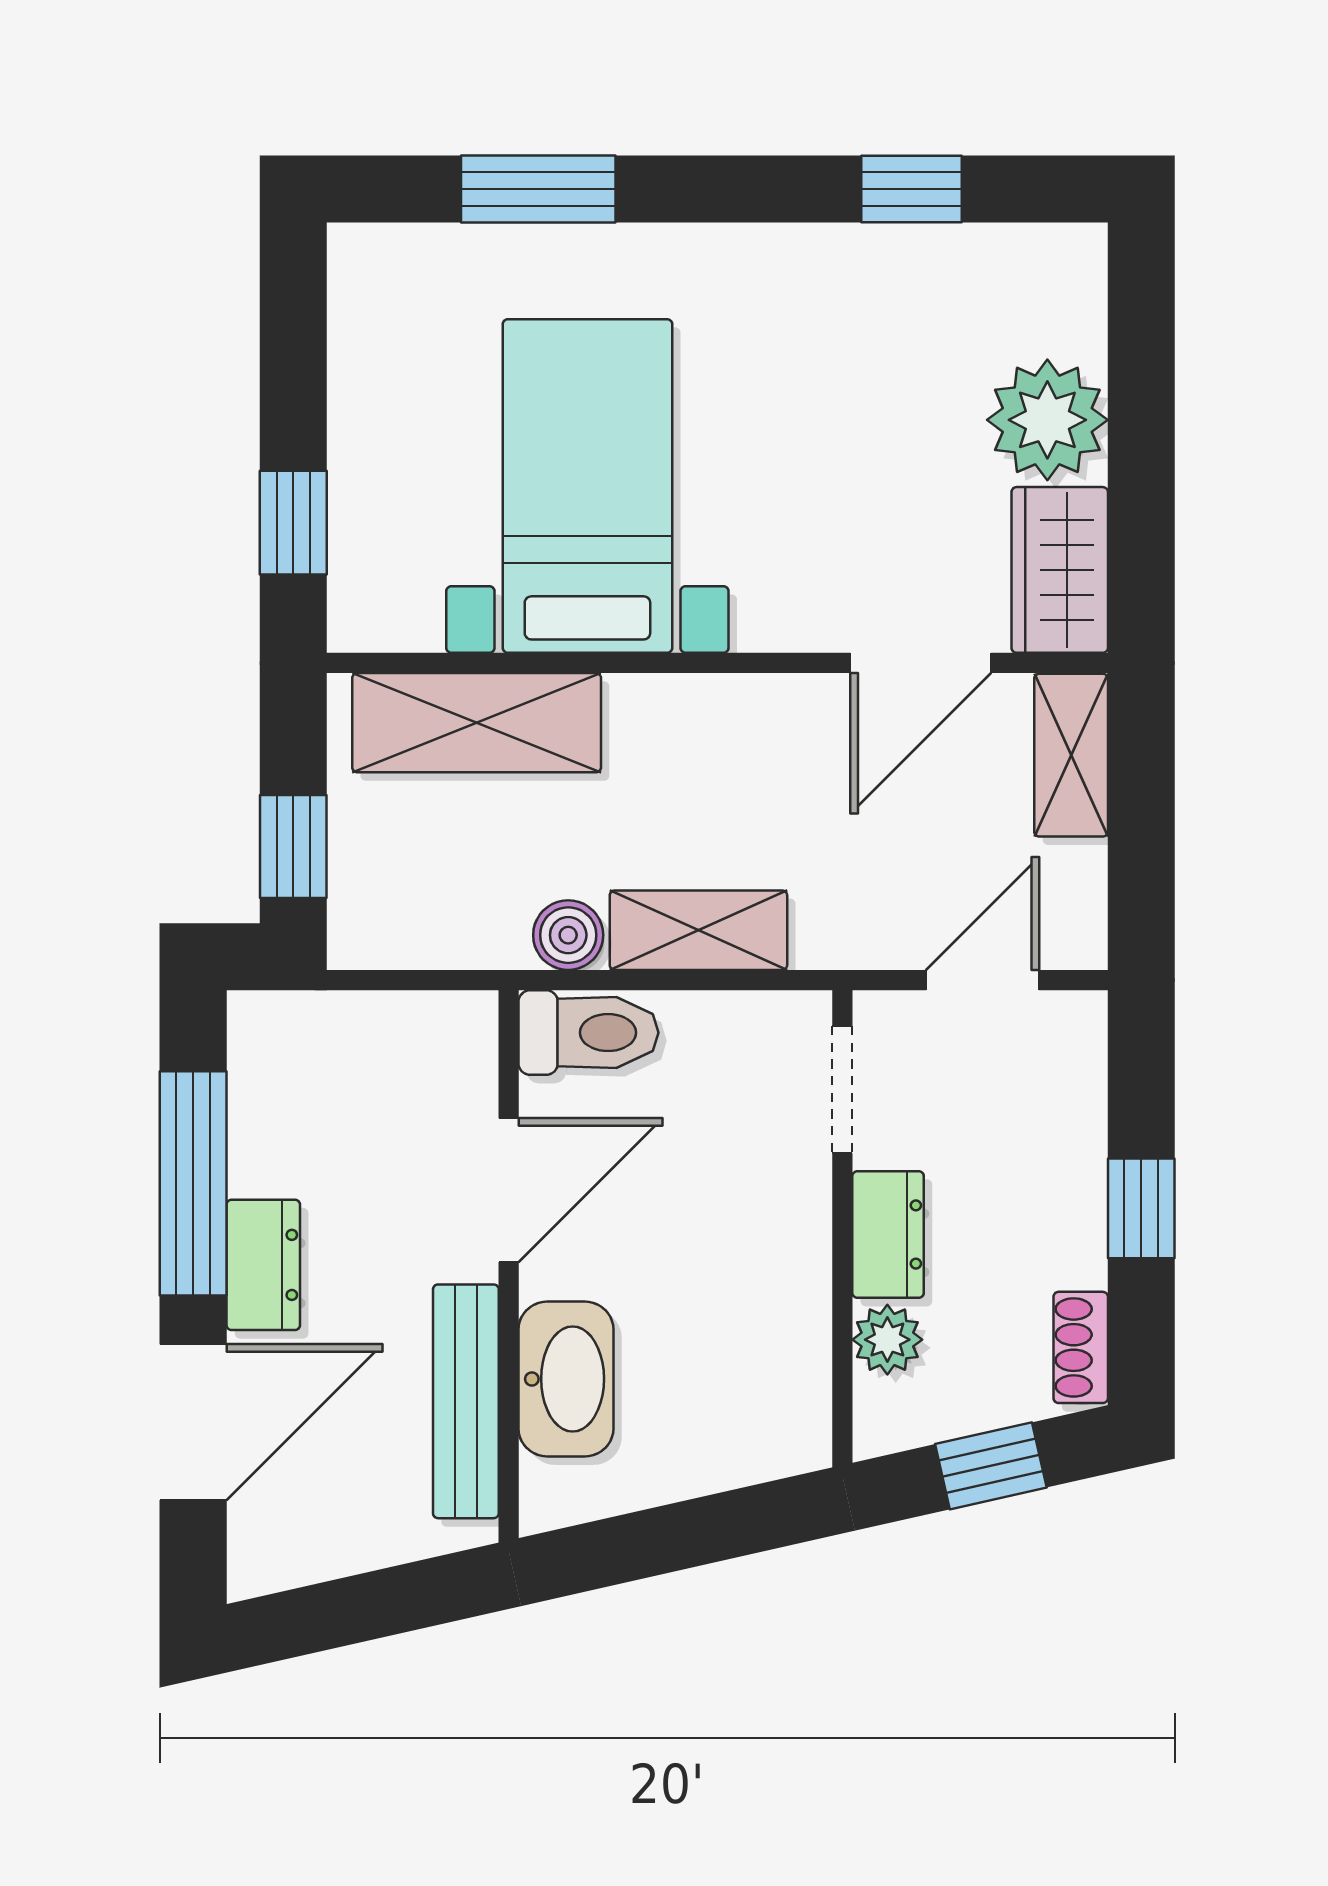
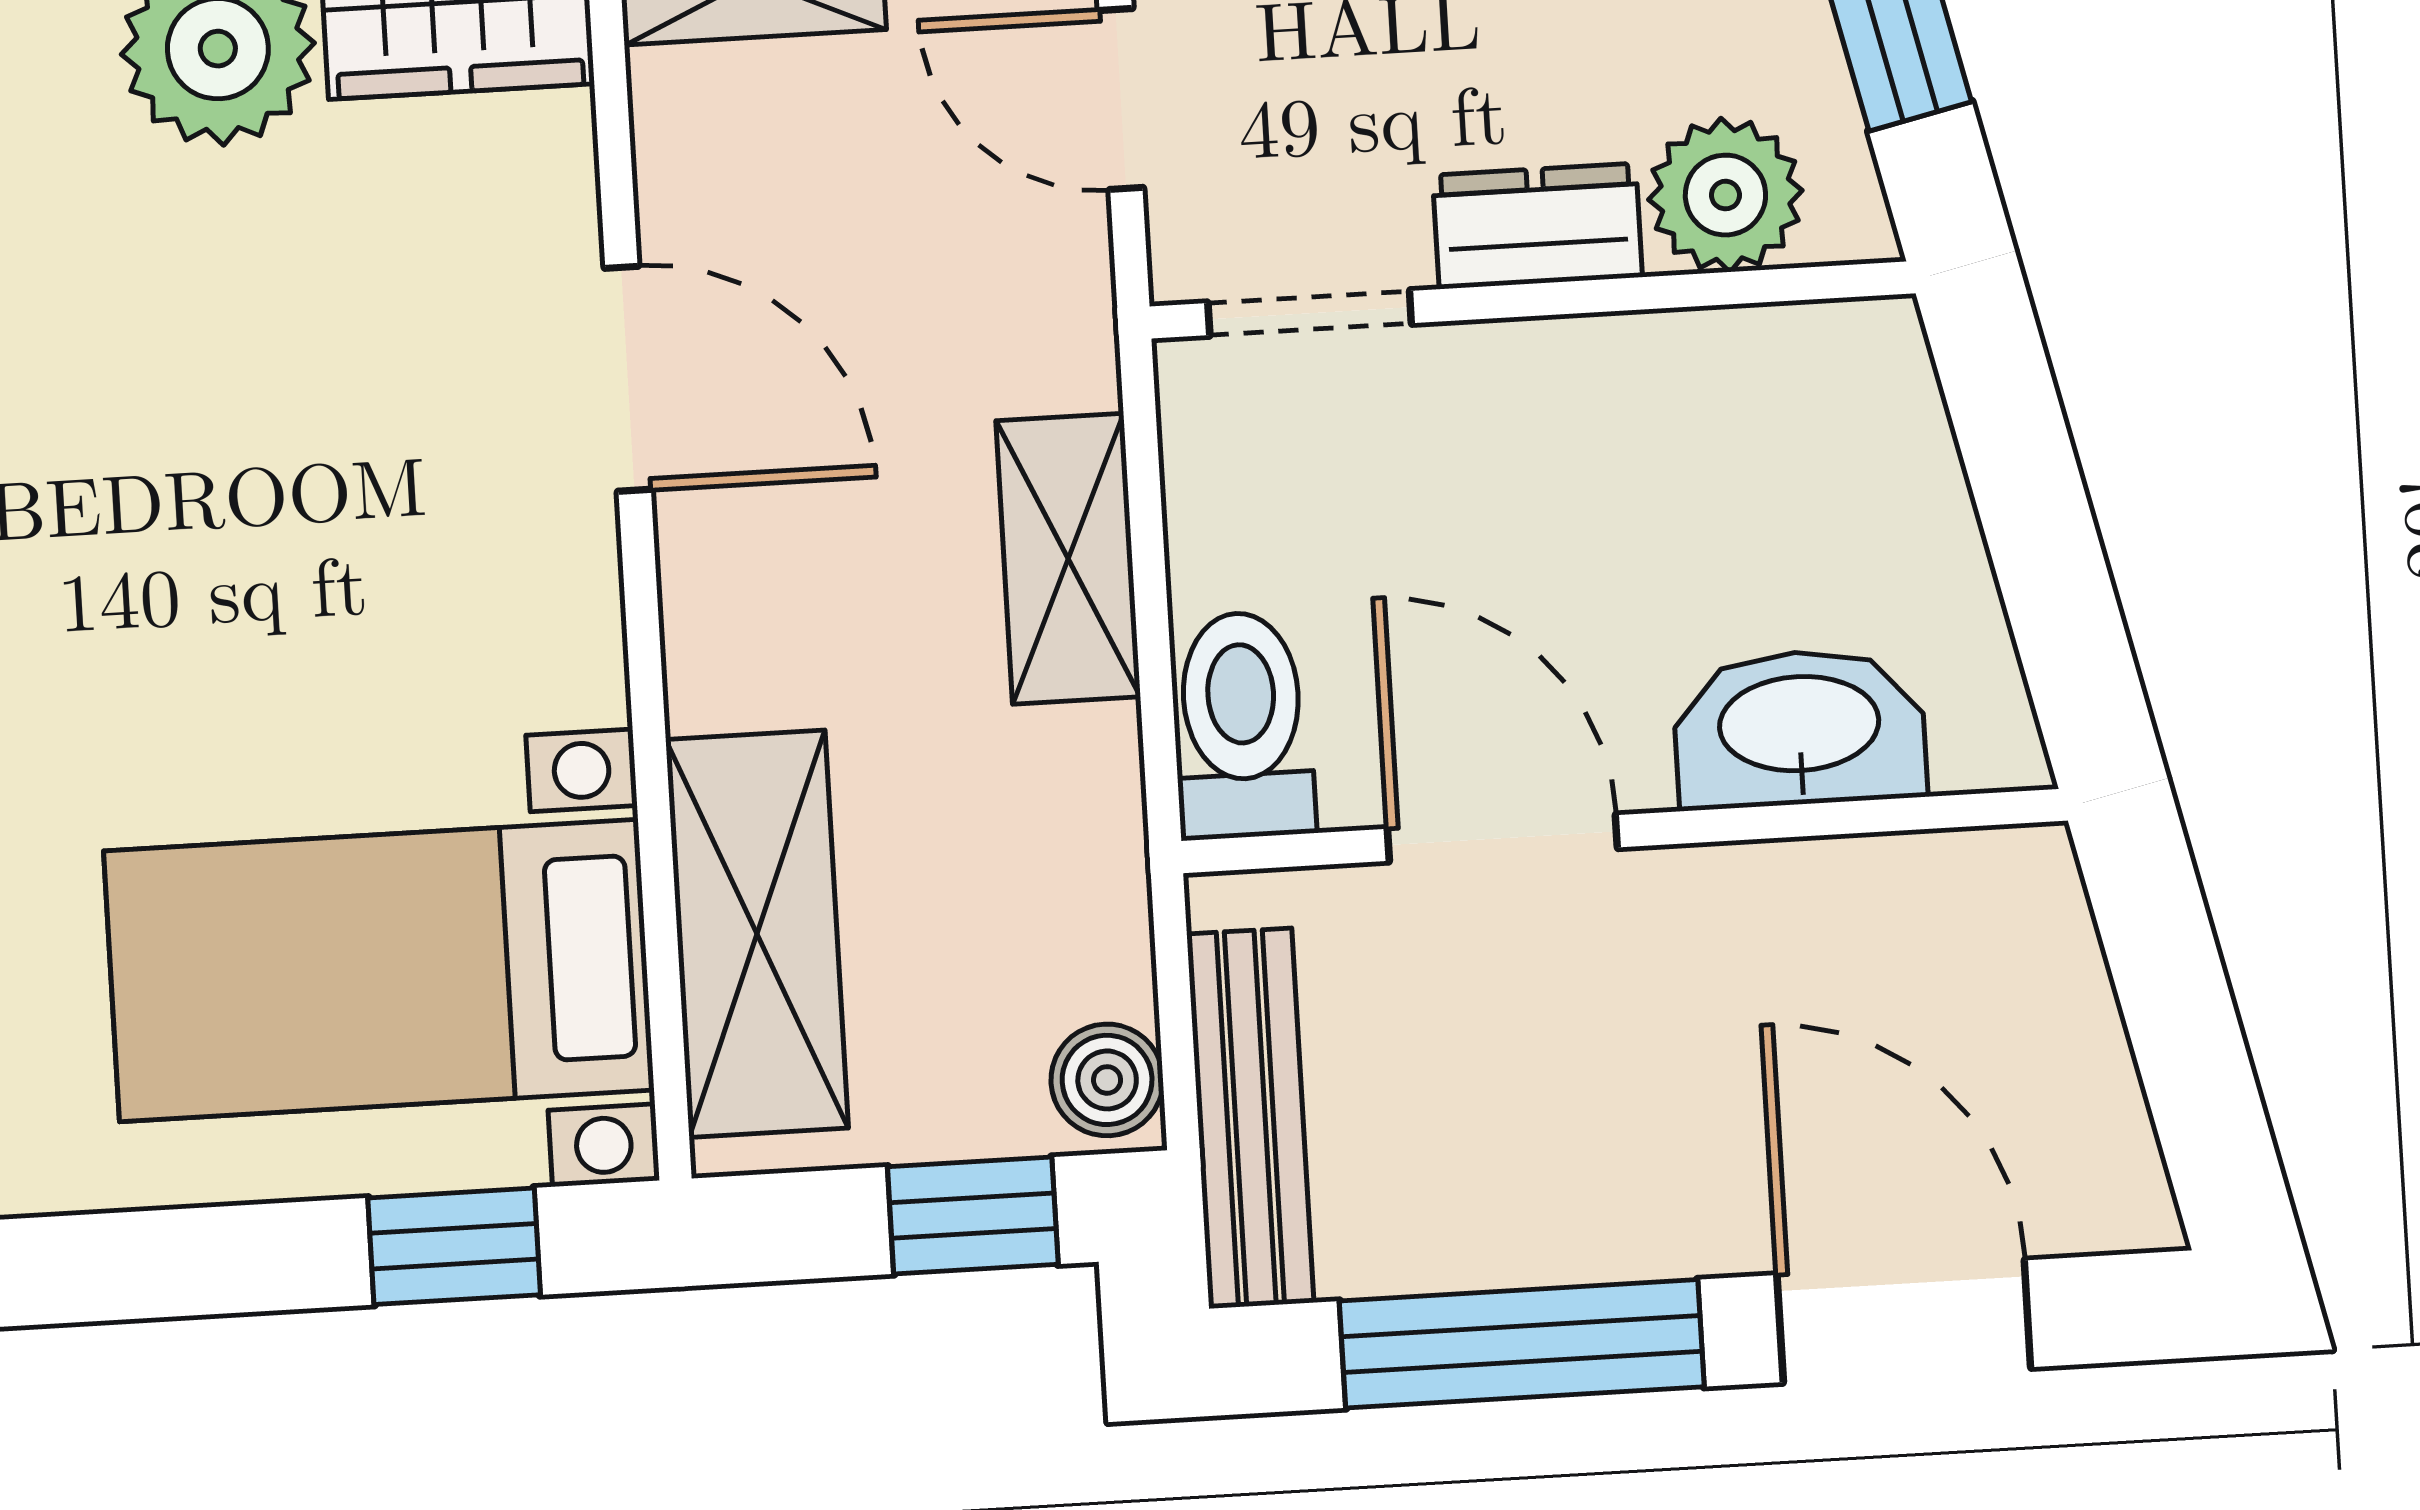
bed with nightstands: (587, 486) -> (379, 971), moved
door: (921, 663) -> (628, 379), moved
boiler: (568, 935) -> (1107, 1080), moved
dresser: (263, 1265) -> (1646, 1224), removed
plant: (887, 1340) -> (1725, 195), width x1.38, depth x1.38
bench: (466, 1401) -> (1250, 1118), moved, turned 90

